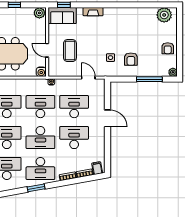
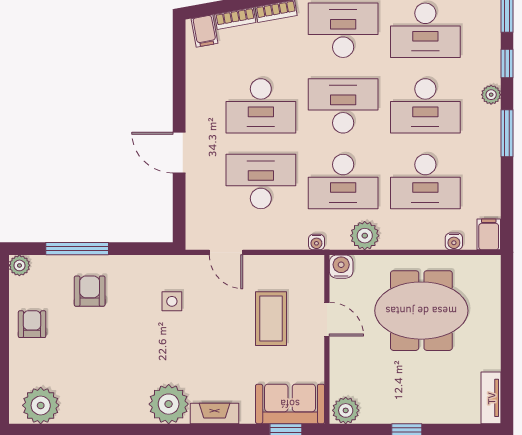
plant: (112, 16) -> (169, 404), added
armchair: (131, 59) -> (90, 291), moved
plant: (32, 84) -> (365, 236), added
desk: (74, 107) -> (261, 182), turned 180

